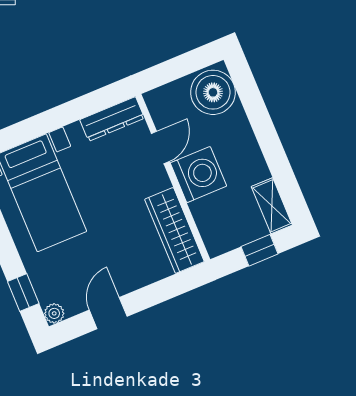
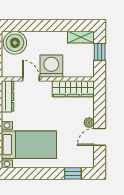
plant: (54, 313) -> (89, 123), moved
door: (108, 313) -> (100, 137), hinge flipped

